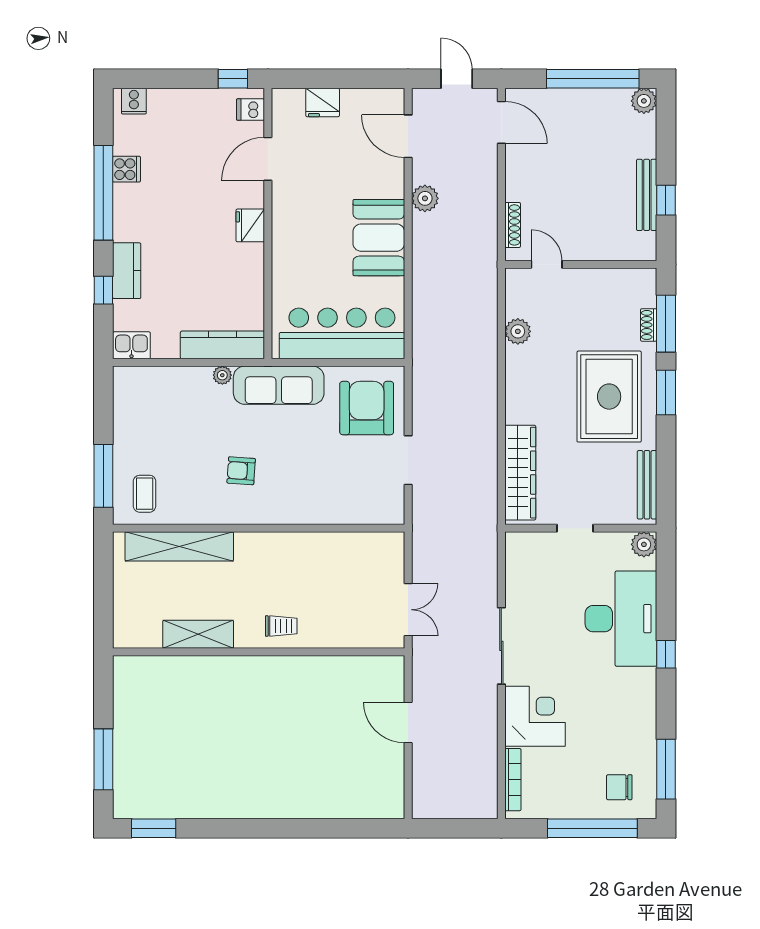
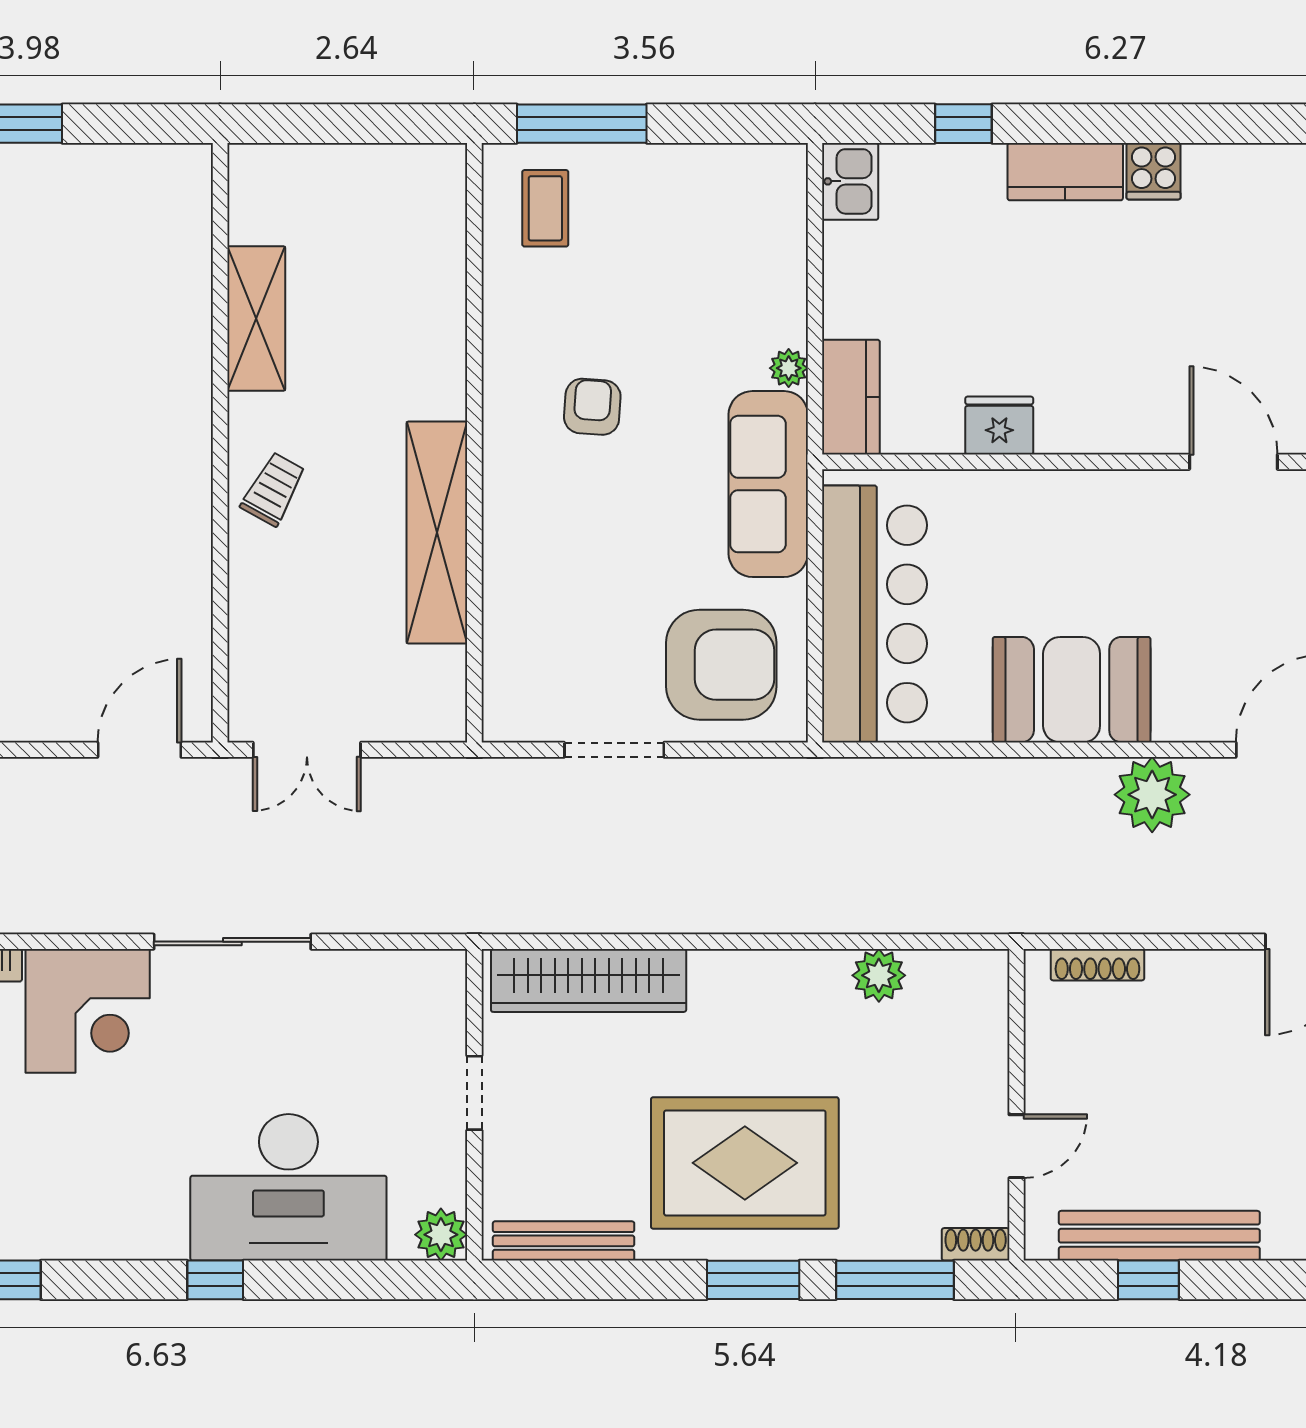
cooker: (127, 169) -> (1154, 171), moved
window: (103, 193) -> (1164, 124), removed
bench: (647, 195) -> (1159, 1236), width x1.37, depth x1.21
plant: (425, 198) -> (1152, 795), width x1.36, depth x1.36
fridge: (250, 225) -> (999, 426), moved
door: (547, 264) -> (1016, 1146), moved
kitchen counter: (127, 271) -> (1065, 172), moved
shoe rack: (649, 325) -> (976, 1244), moved
kitchen counter: (222, 345) -> (851, 397), width x0.67
coffee table: (145, 494) -> (545, 208), turned 90
shelving: (179, 546) -> (437, 533), moved
trolley: (281, 626) -> (273, 489), turned -151
door: (408, 723) -> (139, 750), moved

